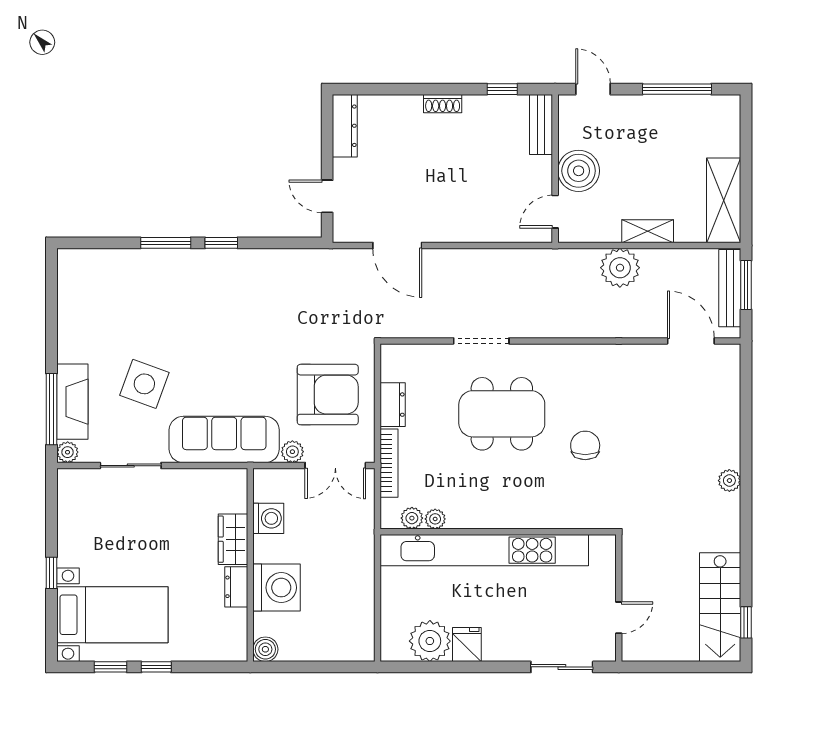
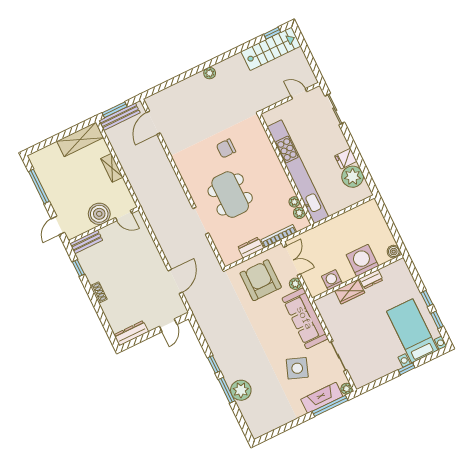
plant: (620, 268) -> (241, 390), moved

